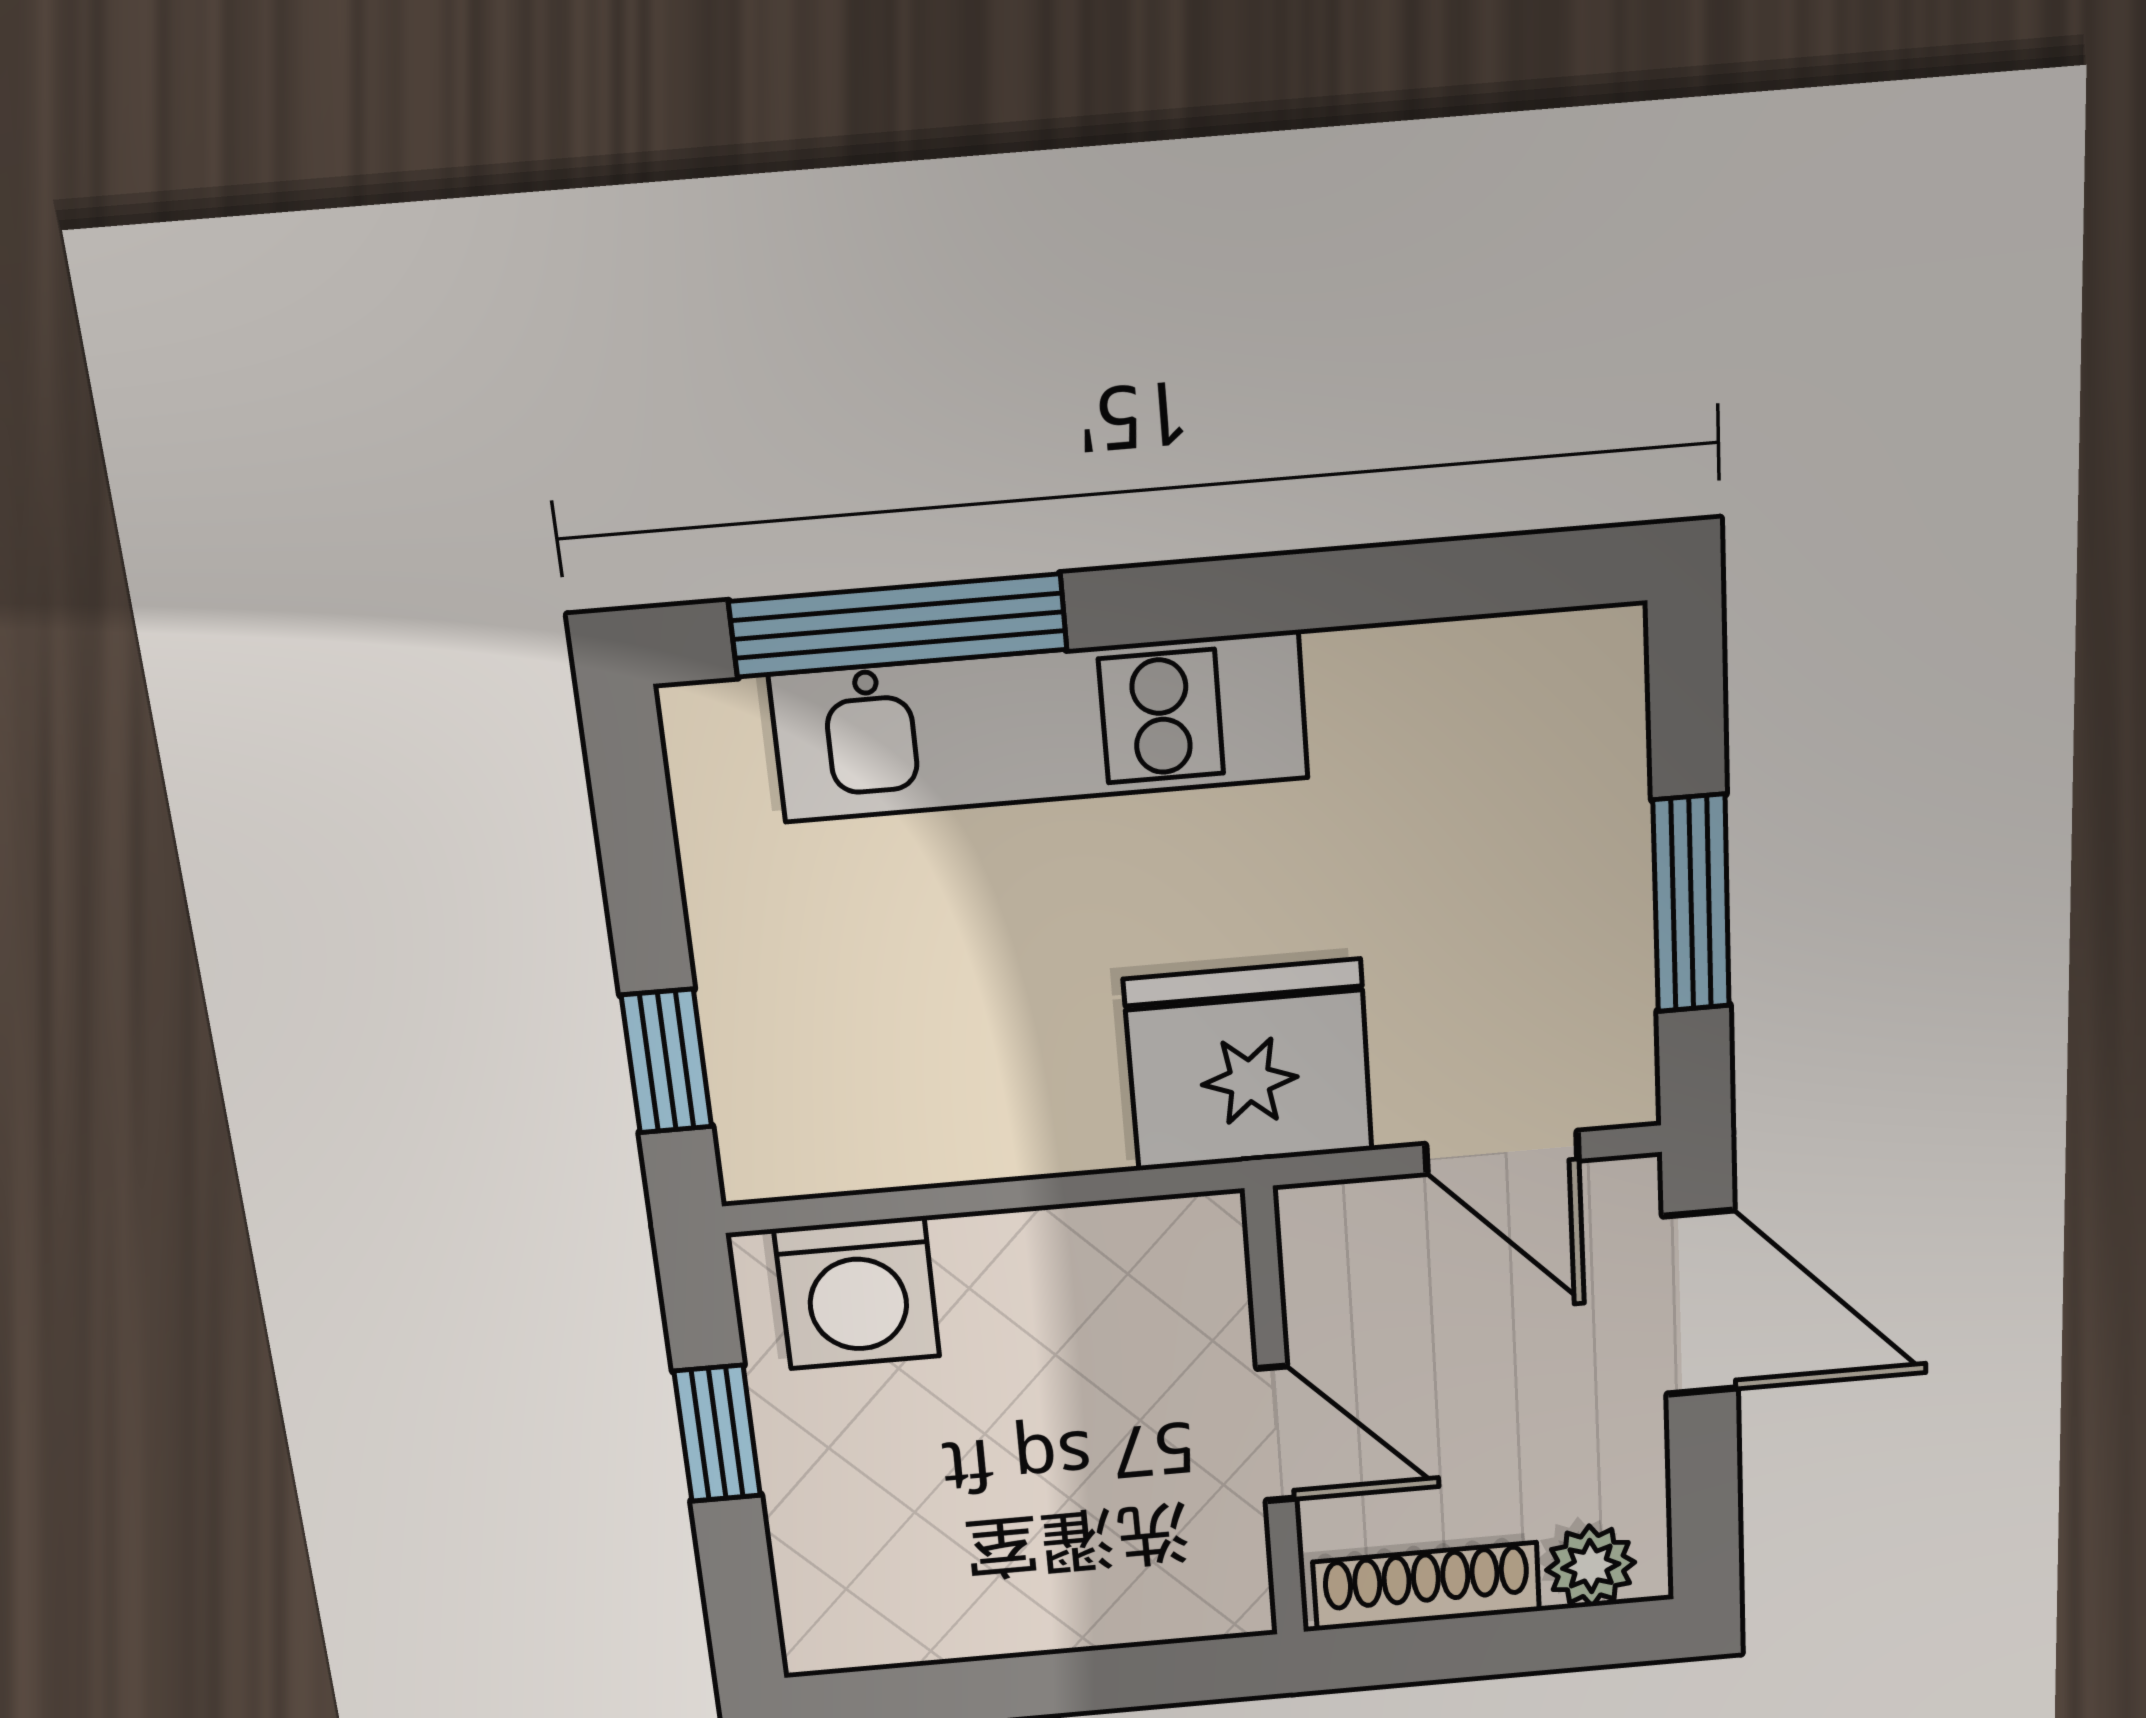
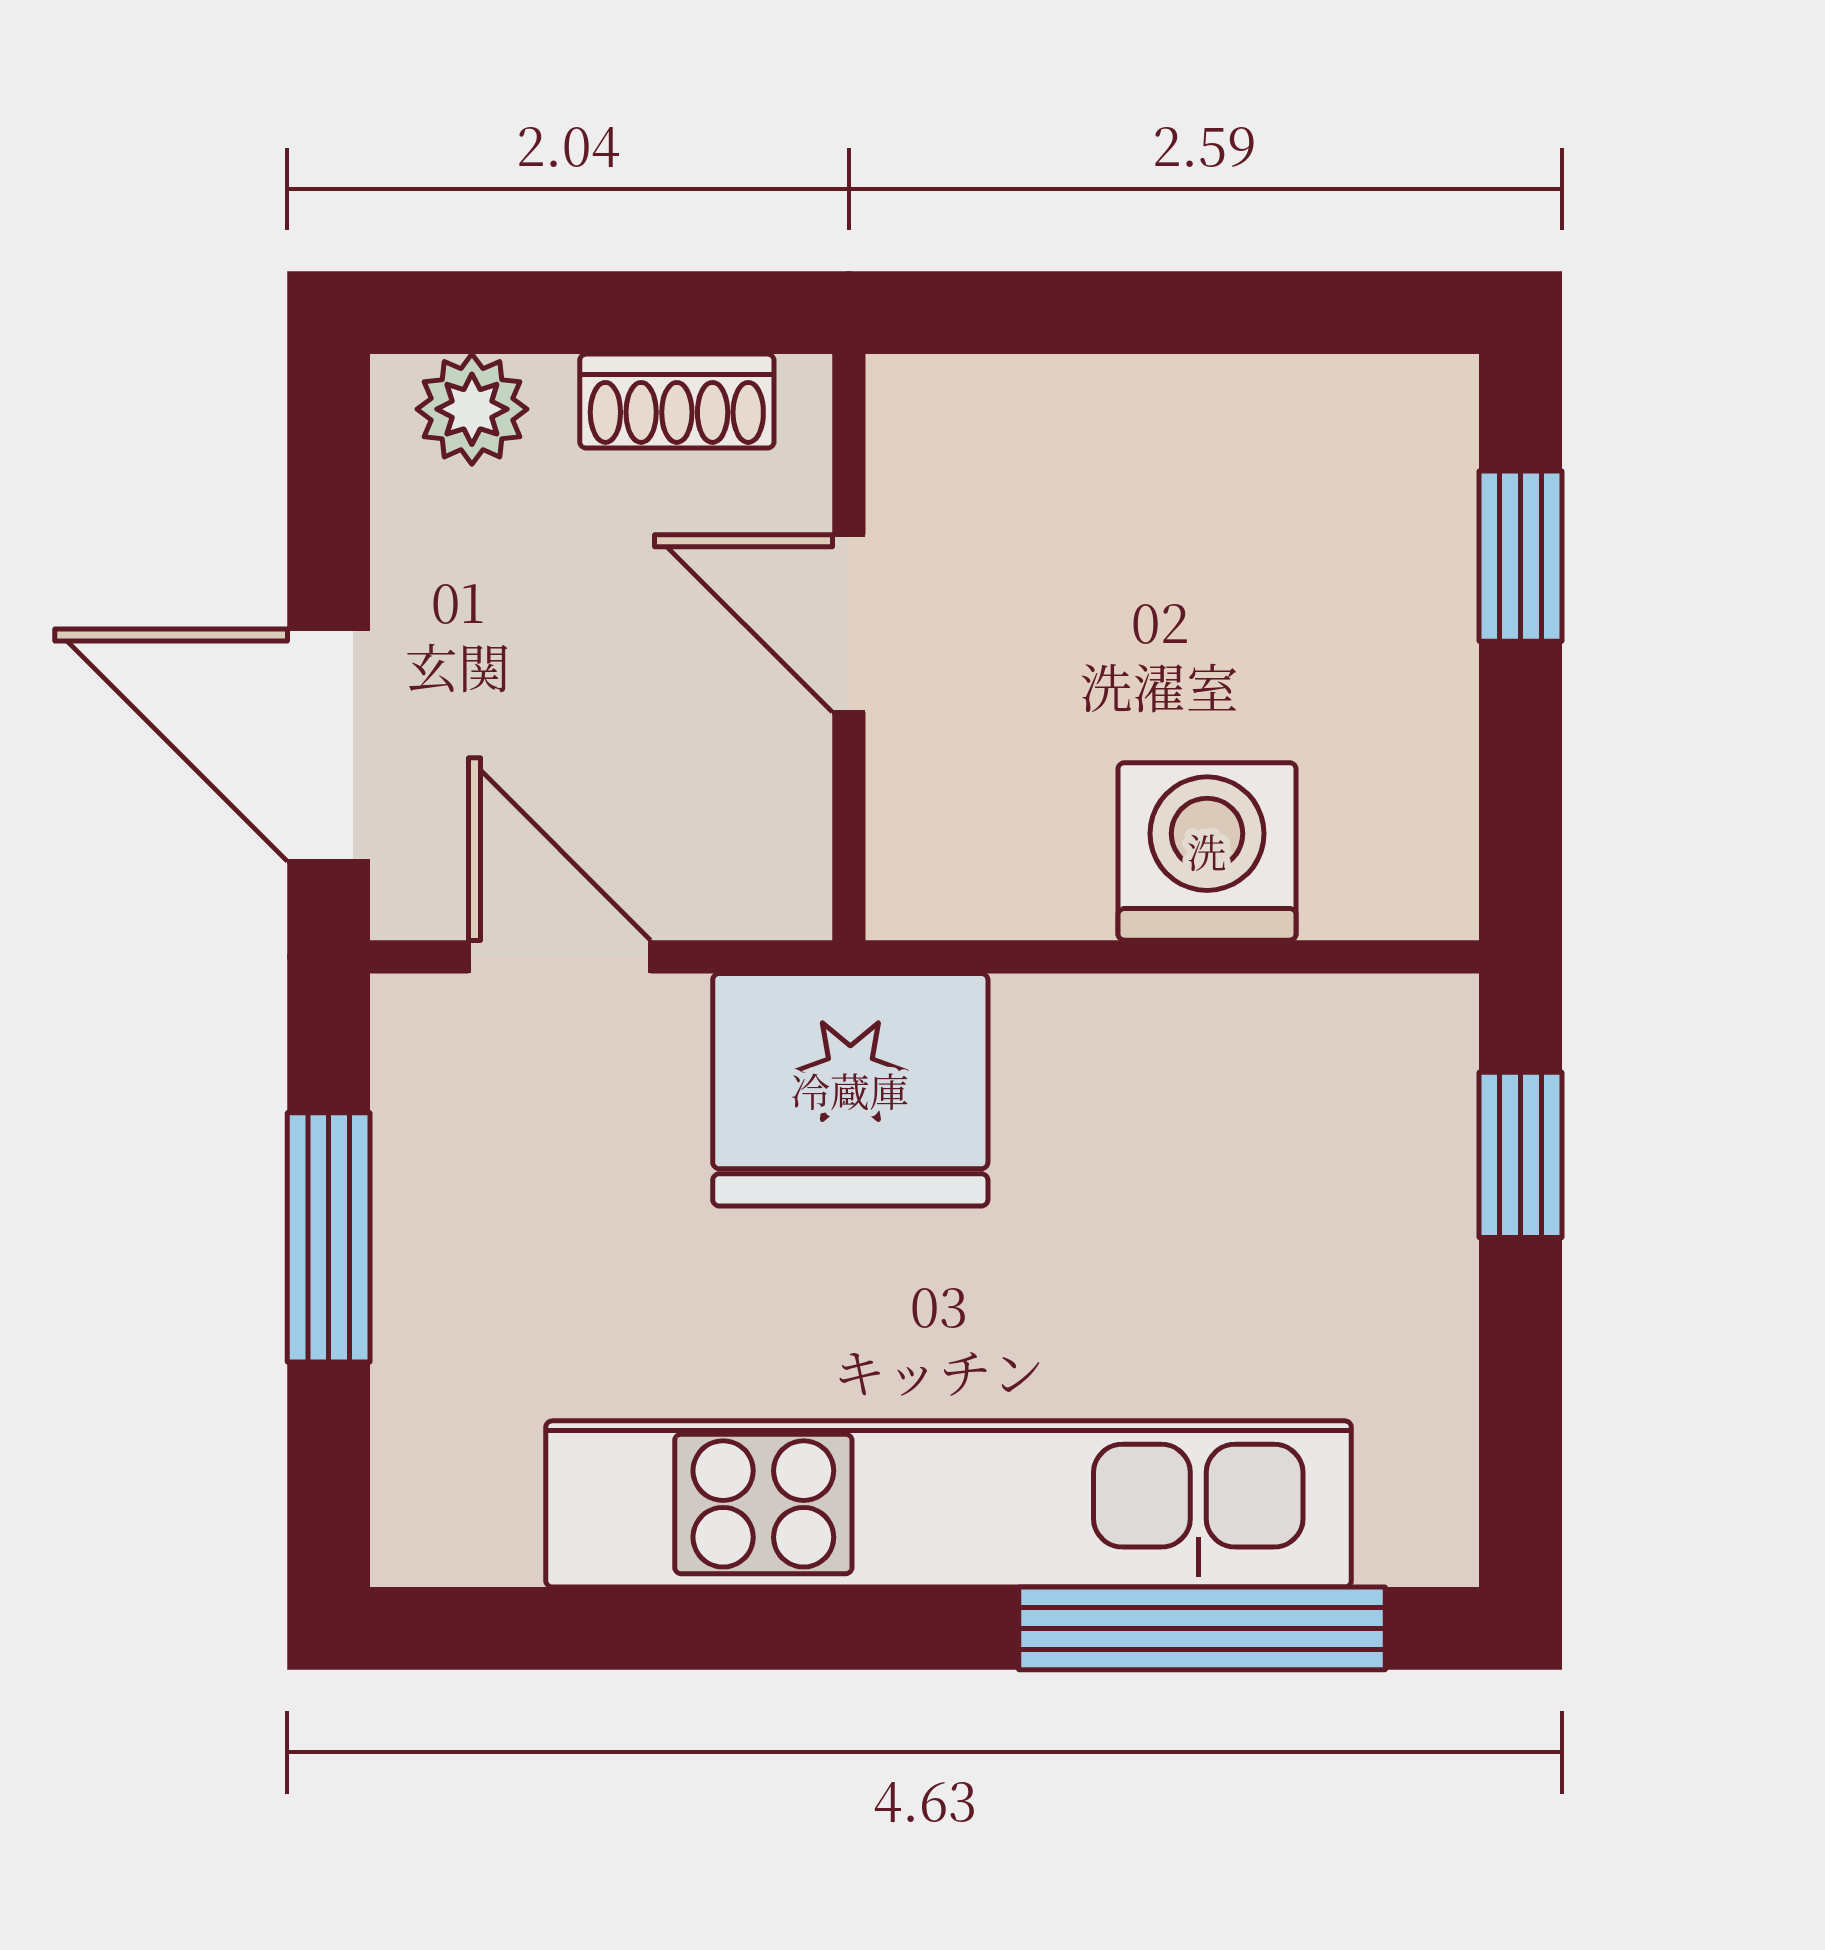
kitchen unit: (1040, 726) -> (949, 1504), width x1.36
washing machine: (857, 1293) -> (1207, 851), moved
window: (717, 1434) -> (1520, 556), moved
shoe rack: (1426, 1587) -> (677, 401), width x0.70

